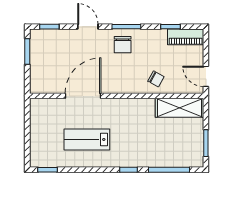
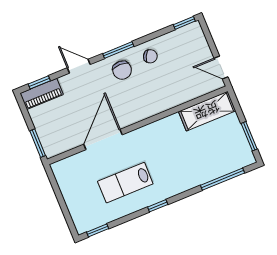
window: (170, 27) -> (184, 23), moved
piano: (186, 37) -> (42, 94), moved
window: (27, 52) -> (38, 143), moved
chair: (156, 79) -> (150, 56), moved
window: (129, 170) -> (158, 206), moved

